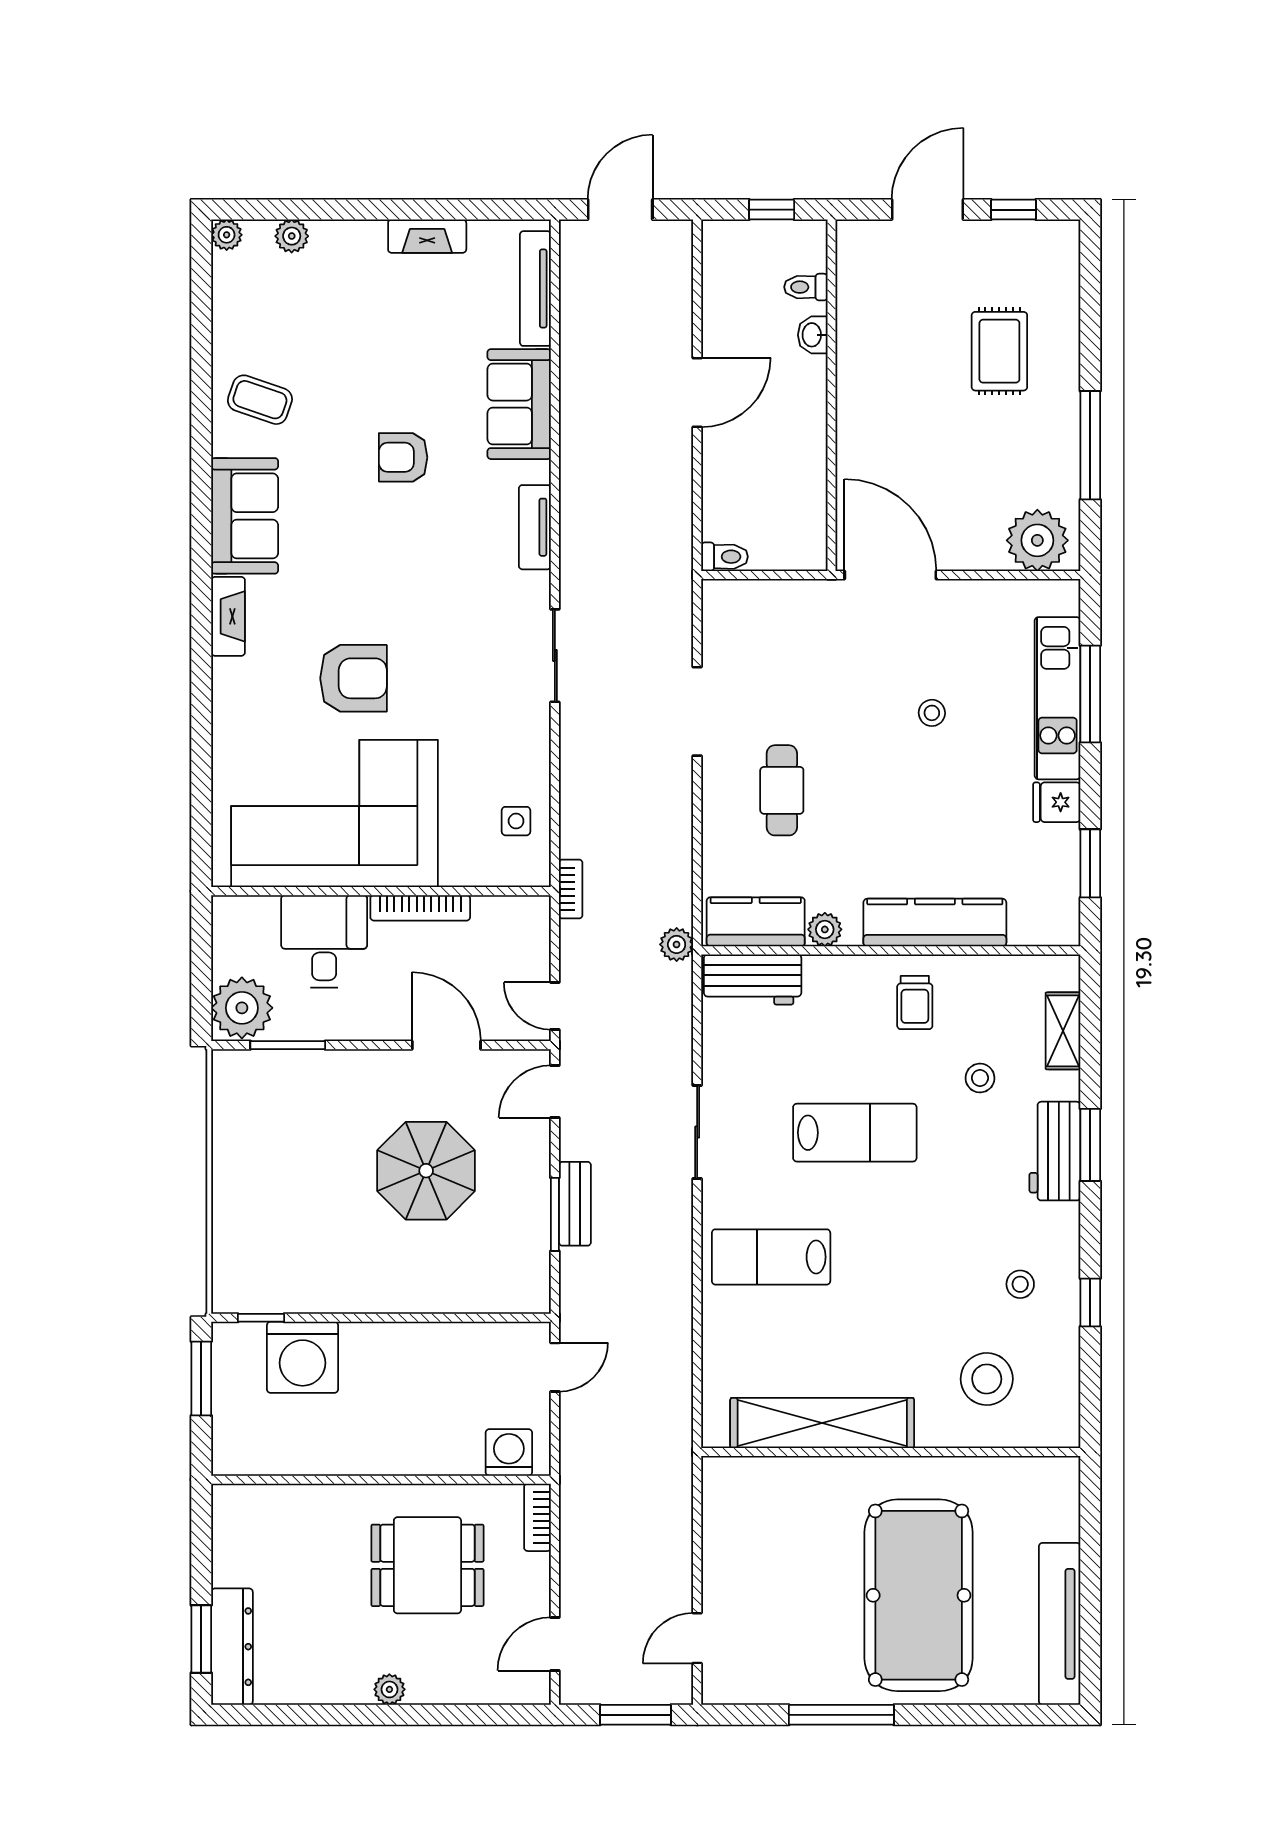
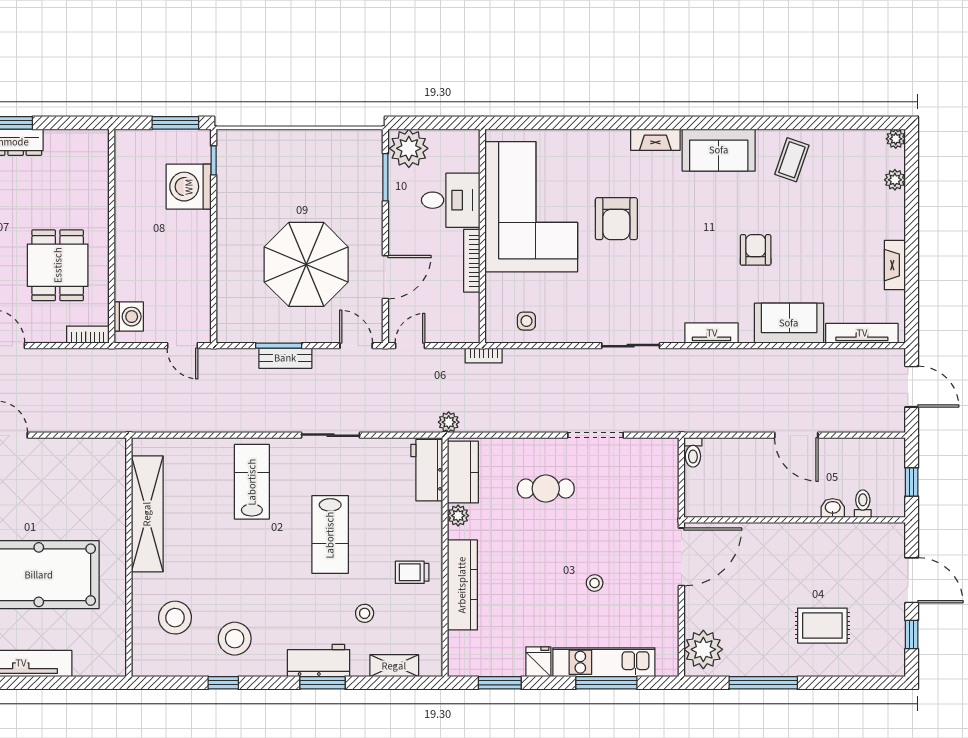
parasol: (426, 1171) -> (306, 264), width x1.36, depth x1.36
stool: (1020, 1284) -> (235, 639), width x1.89, depth x1.89

